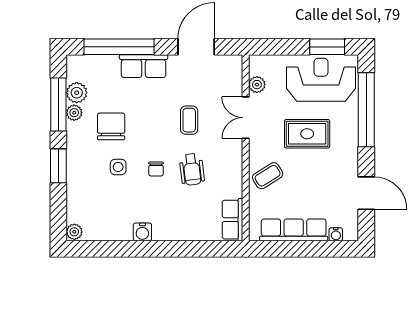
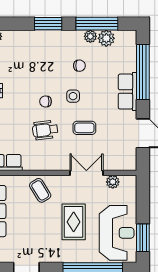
chair: (111, 126) -> (79, 66), width x0.54, depth x0.54
side table: (118, 167) -> (73, 96), moved

